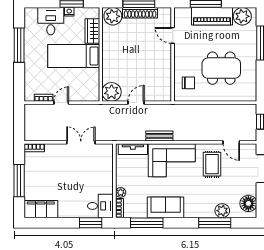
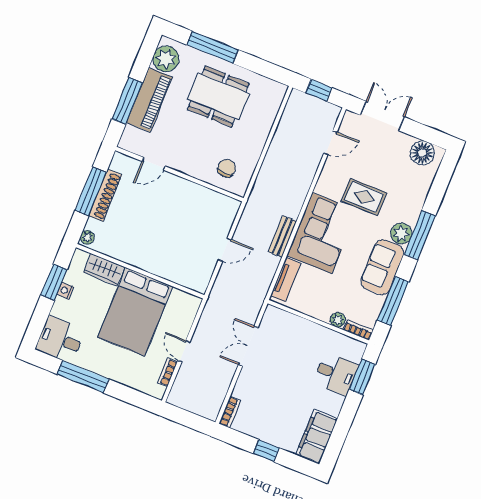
plant: (113, 16) -> (87, 237), width x0.53, depth x0.53
desk: (51, 21) -> (60, 340), moved
bed: (74, 56) -> (135, 312), width x1.50
dining table: (221, 68) -> (218, 96), moved, turned 90
plant: (112, 92) -> (197, 277), removed
door: (136, 103) -> (225, 250), swing flipped
rug: (212, 164) -> (364, 197), moved
window: (19, 181) -> (266, 451), width x0.46
desk: (100, 206) -> (336, 374), moved, turned 90
plant: (222, 211) -> (401, 233), moved
window: (215, 223) -> (420, 235), moved

